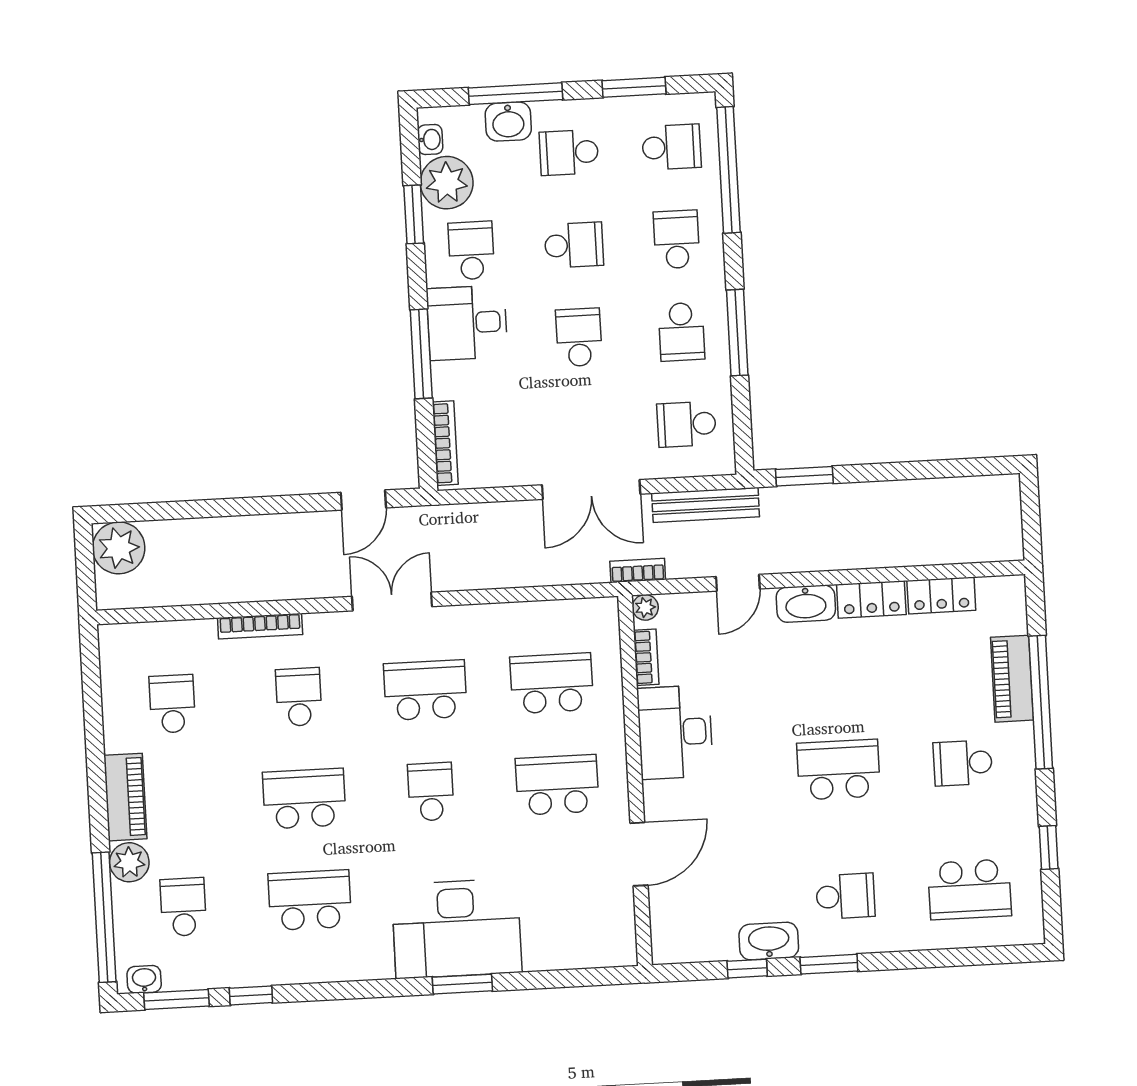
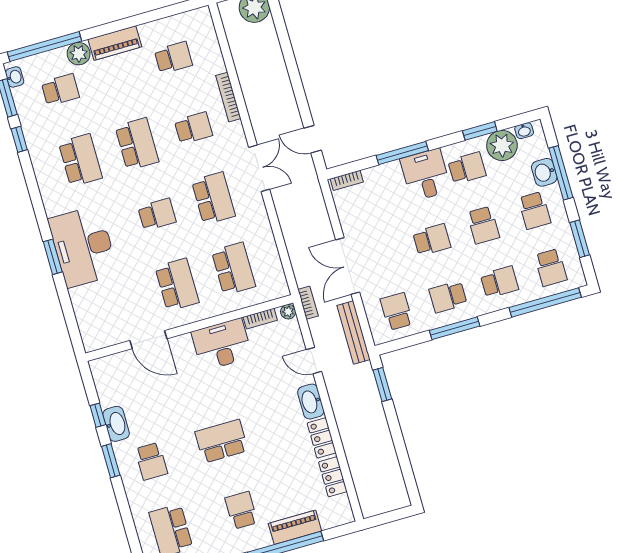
school desk: (569, 153) -> (535, 210), turned 180
bookcase: (445, 443) -> (347, 180), width x0.64
school desk: (839, 770) -> (222, 441), turned -90

